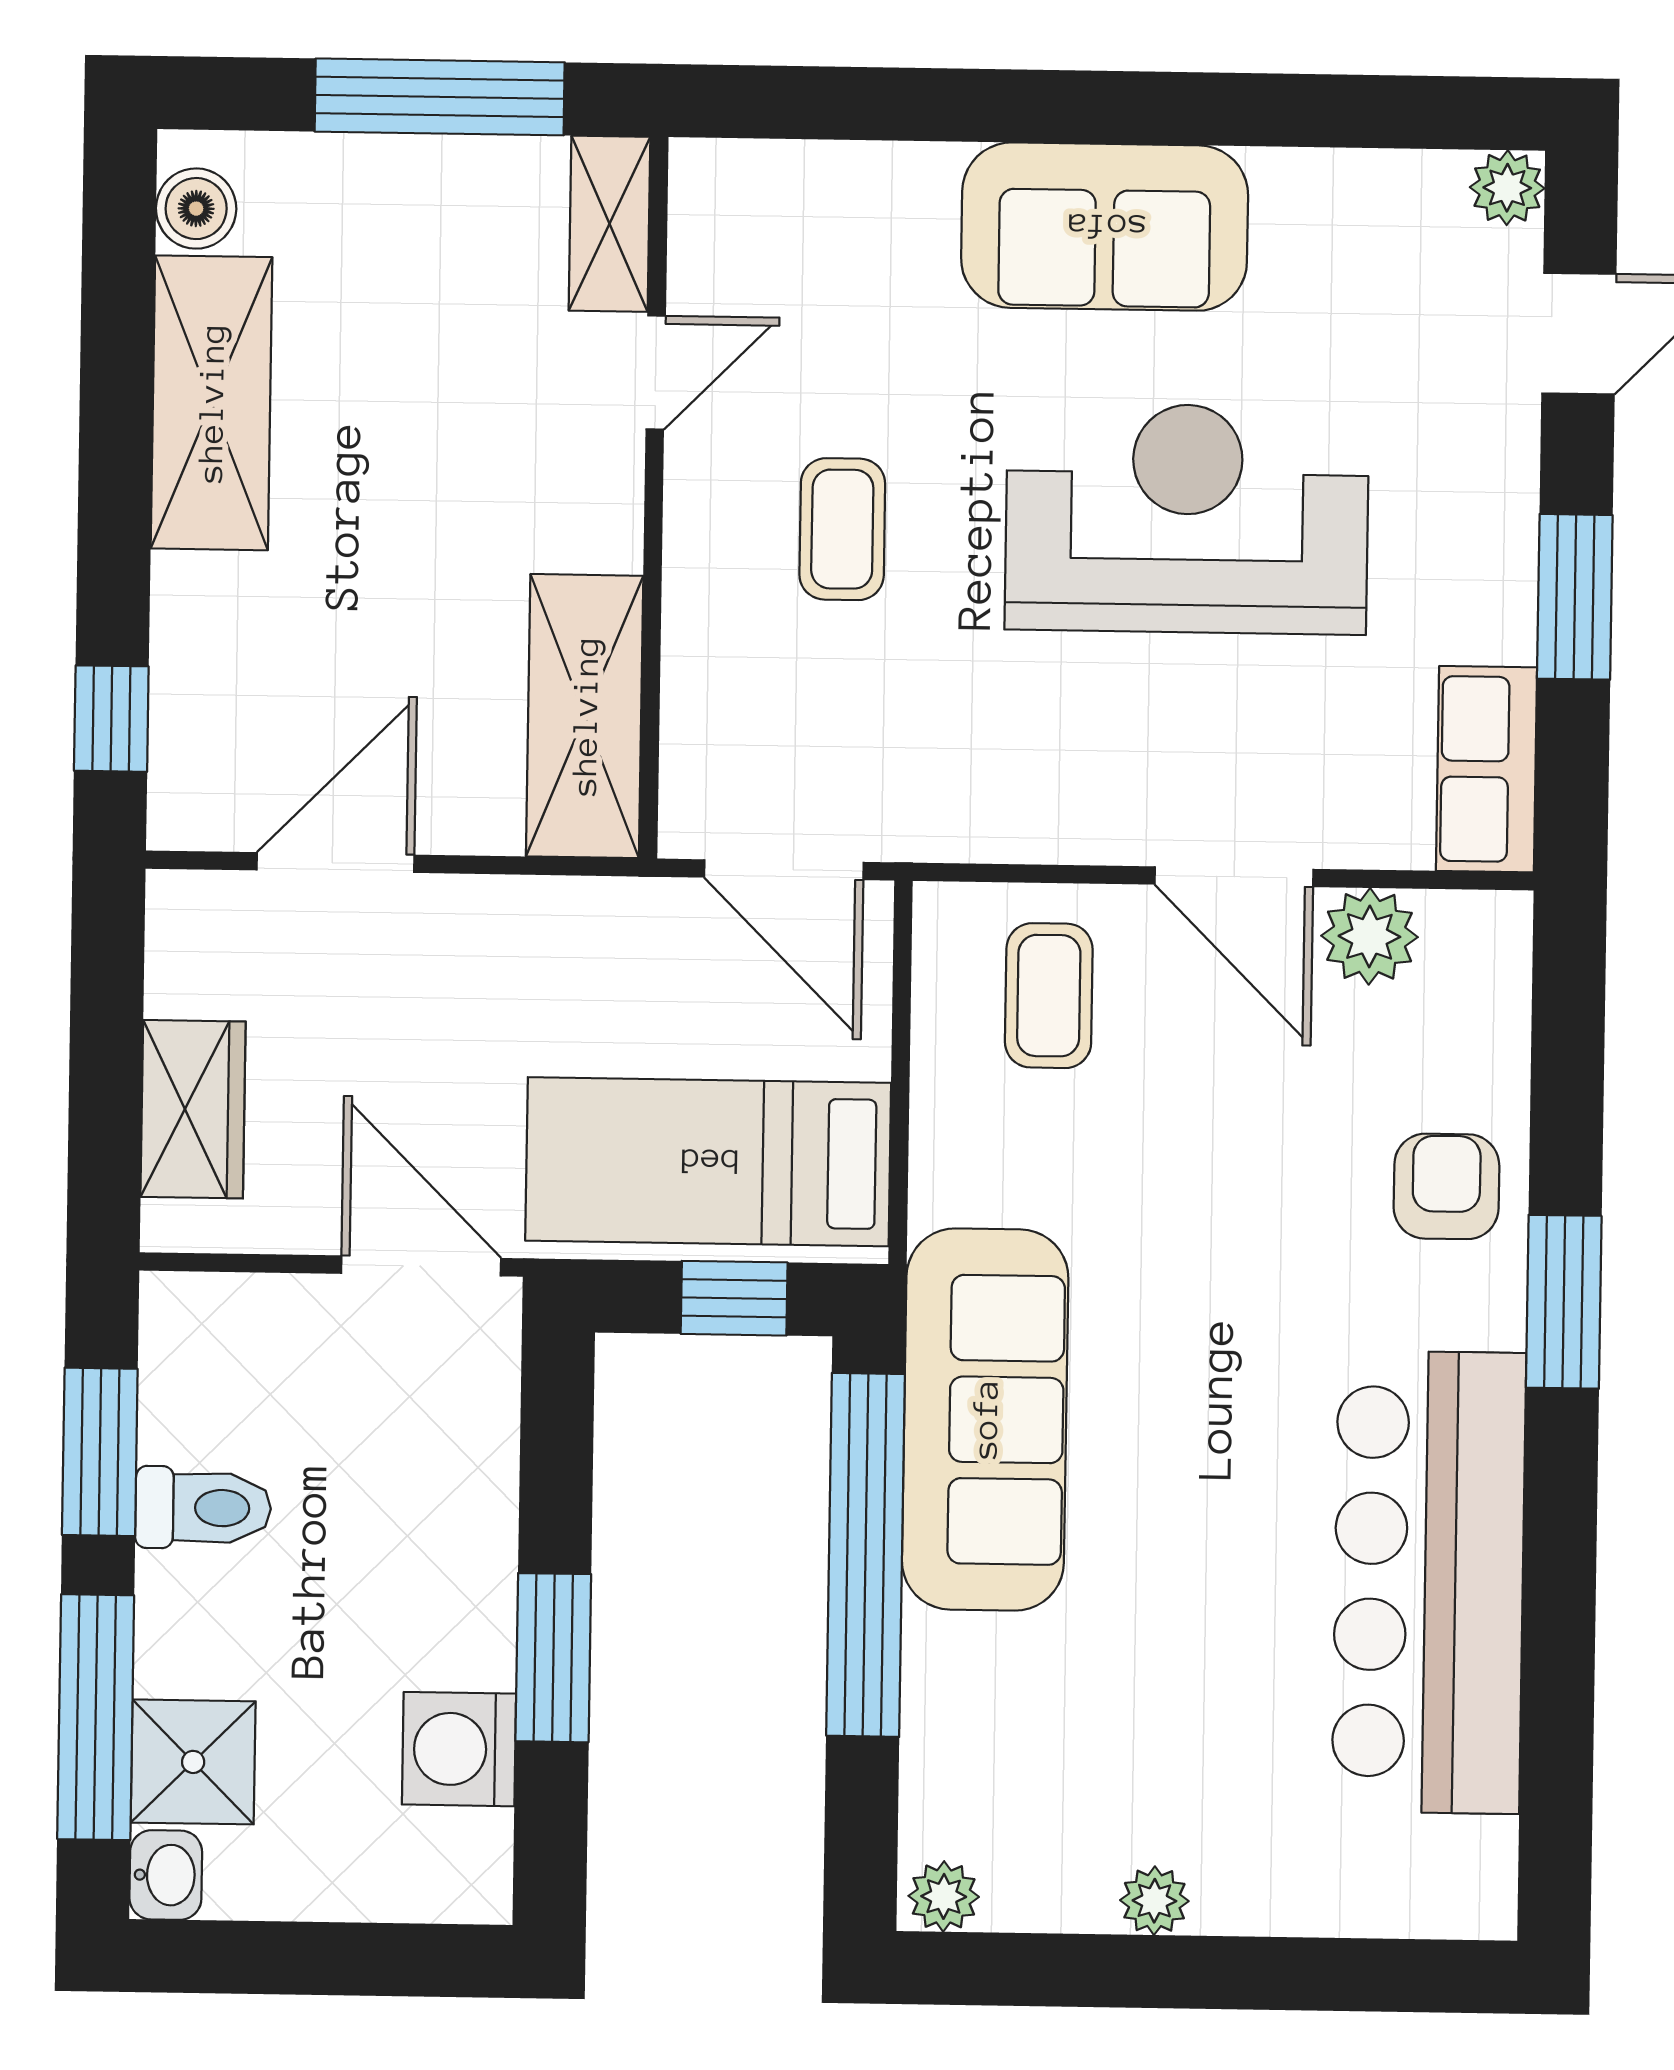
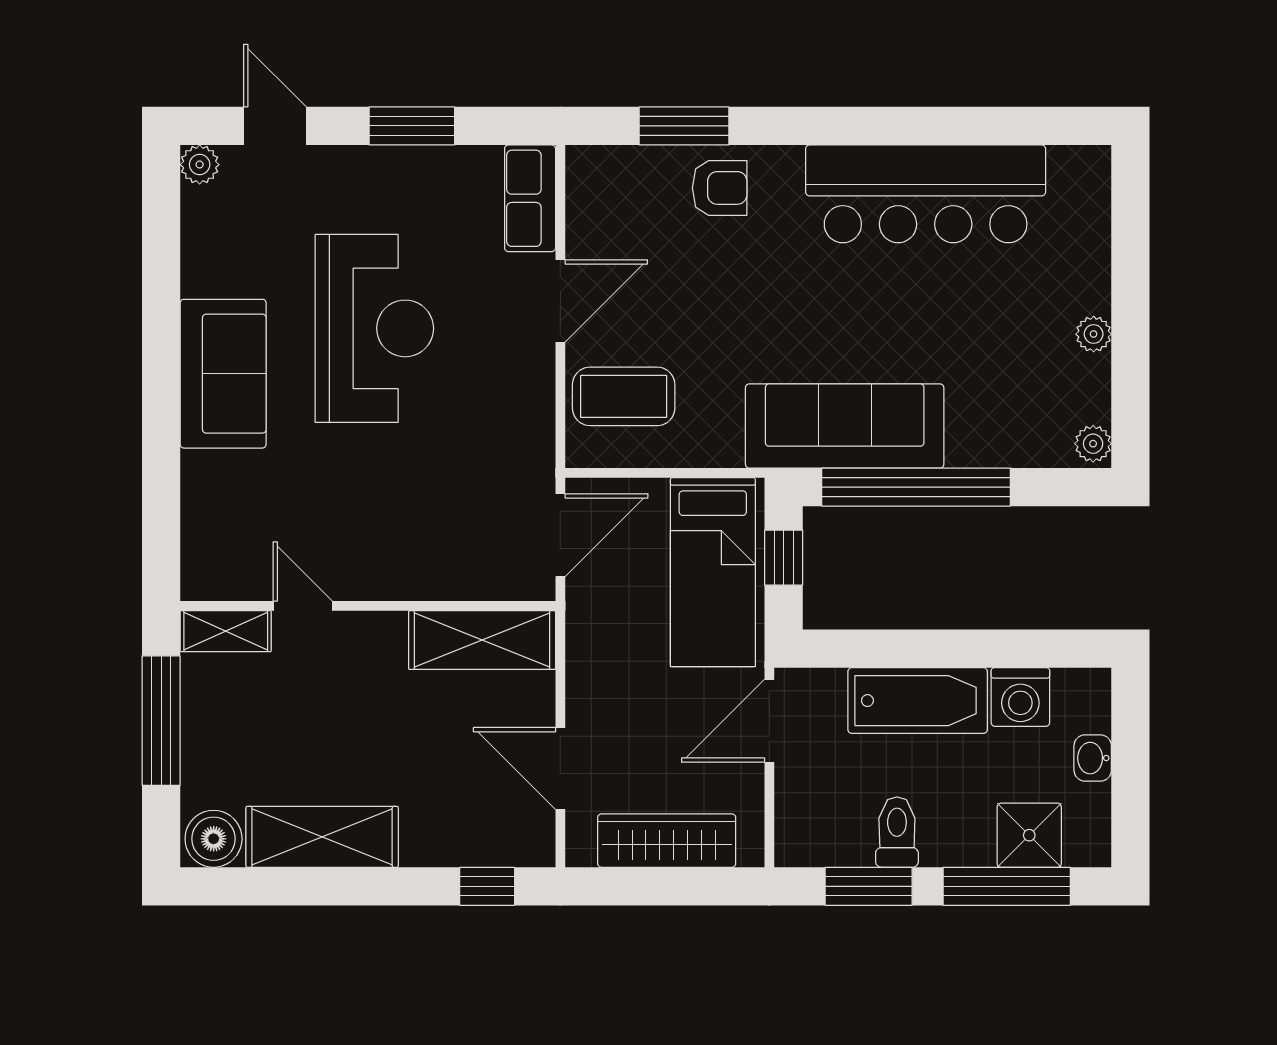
boiler: (196, 209) -> (214, 839), width x1.36, depth x1.36
reception desk: (1187, 519) -> (374, 328), turned 180
coffee table: (842, 529) -> (383, 508), removed
row of seats: (1487, 769) -> (530, 198), moved, turned 90
plant: (1369, 936) -> (590, 230), removed
coffee table: (1049, 996) -> (624, 396), width x1.36, depth x1.30
wardrobe: (193, 1109) -> (667, 841), width x1.50
armchair: (1446, 1186) -> (720, 188), turned 180
window: (1564, 1302) -> (684, 126), moved
bathtub: (455, 1551) -> (918, 701), added
window: (553, 1658) -> (972, 649), removed
washbasin: (166, 1875) -> (1093, 758), moved, turned -90

